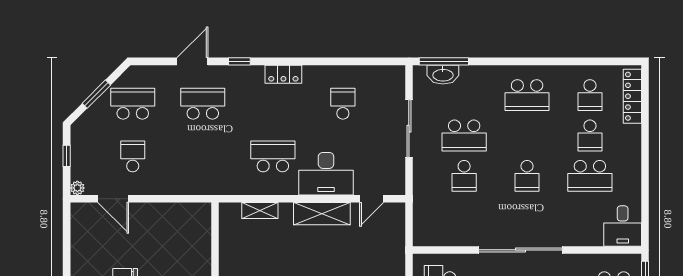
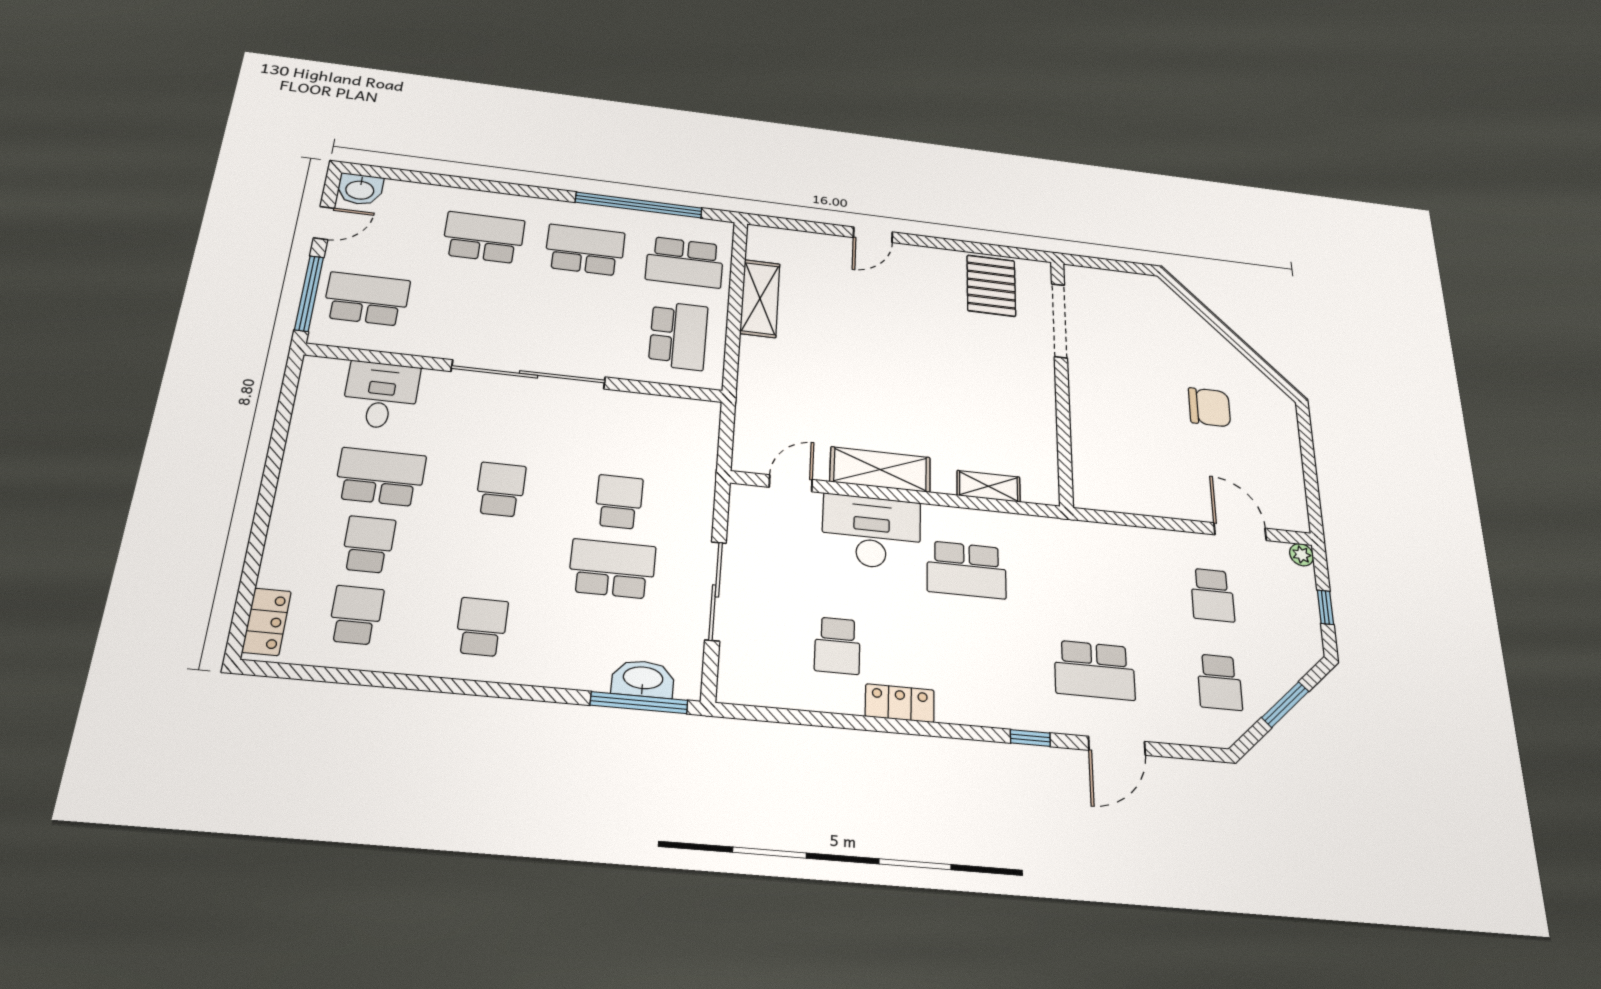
locker: (283, 74) -> (900, 703), moved
school desk: (527, 95) -> (482, 627), width x0.54
locker: (632, 96) -> (267, 622), width x0.66
school desk: (133, 104) -> (1220, 682), width x0.54
desk: (623, 226) -> (381, 395), moved

